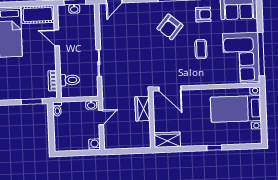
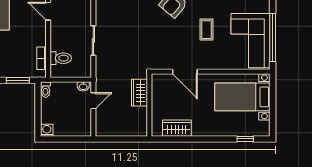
door: (170, 88) -> (185, 72), moved
wardrobe: (167, 140) -> (177, 128), moved
washing machine: (95, 144) -> (47, 130), moved
window: (214, 148) -> (245, 139), moved

